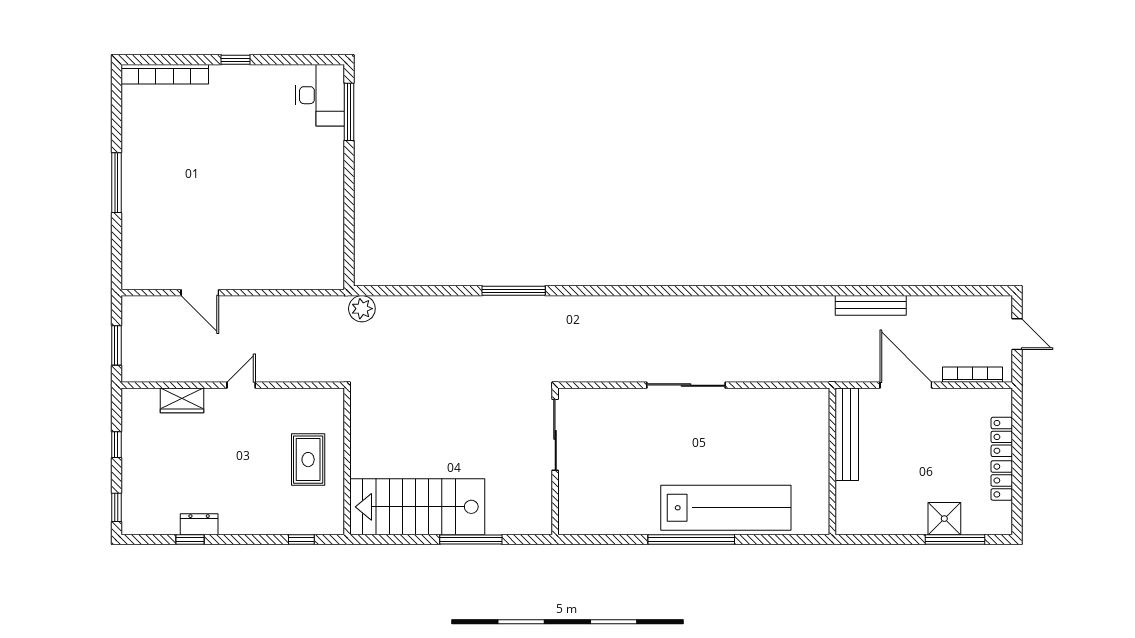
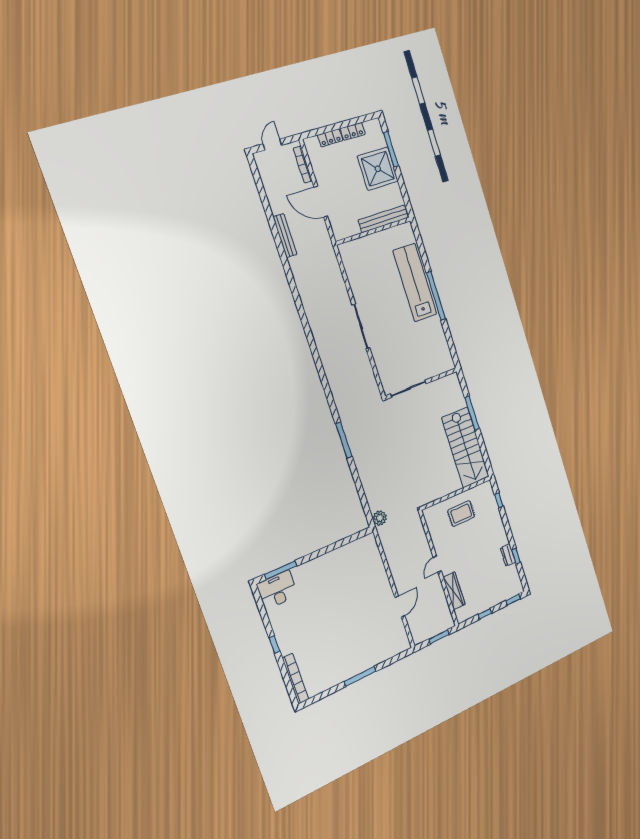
door: (241, 385) -> (437, 564), hinge flipped
door: (906, 385) -> (321, 202), hinge flipped
wardrobe: (182, 400) -> (454, 591), width x1.50
bench: (847, 434) -> (383, 219), moved
shower: (944, 519) -> (378, 169), width x1.86, depth x1.86

